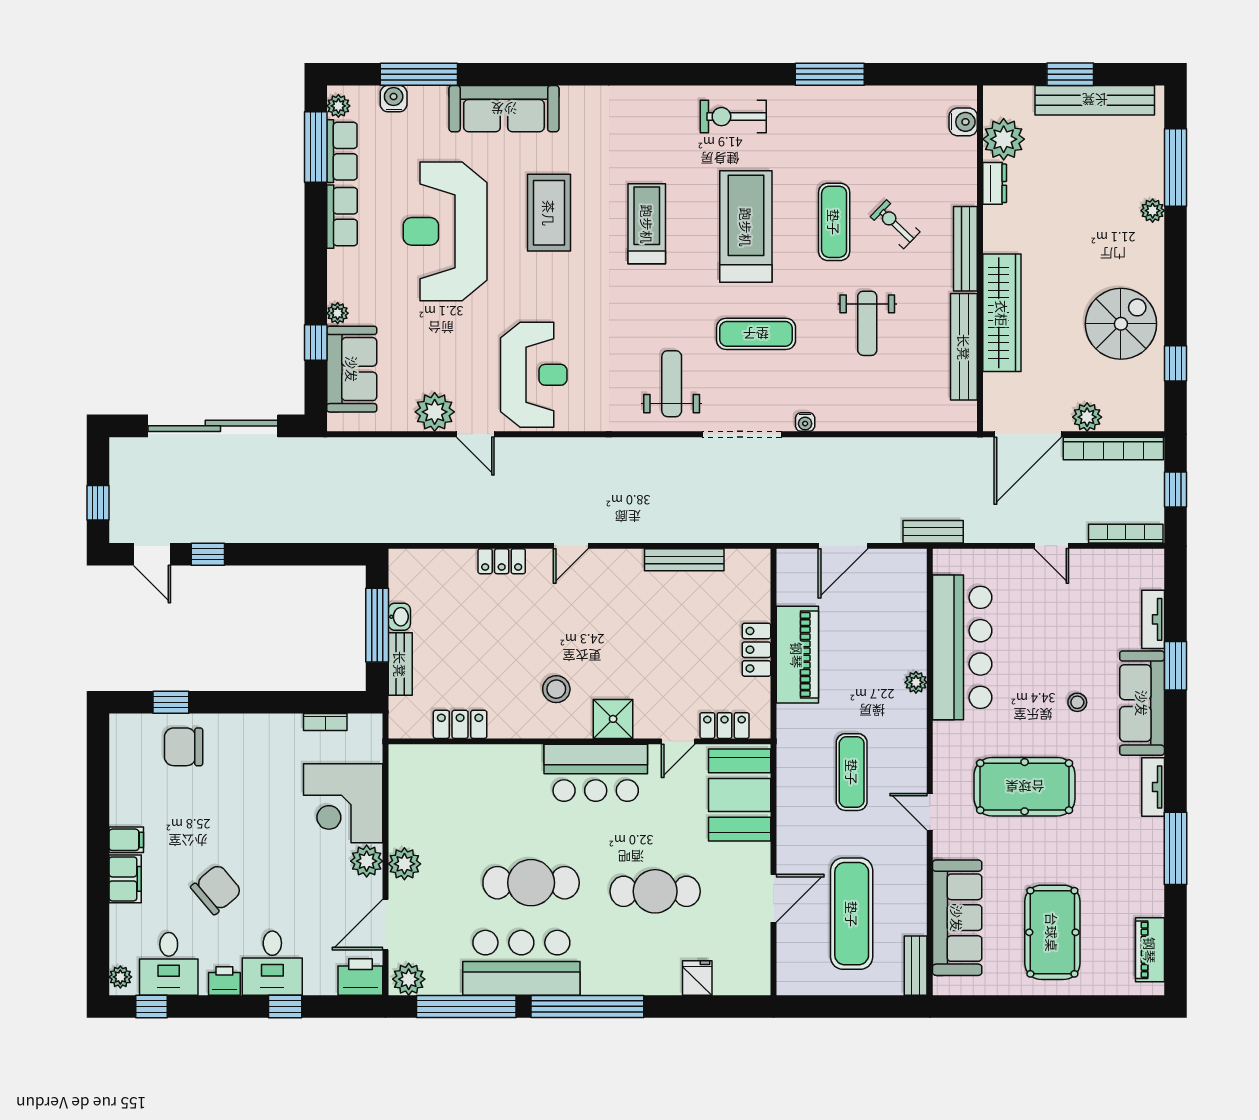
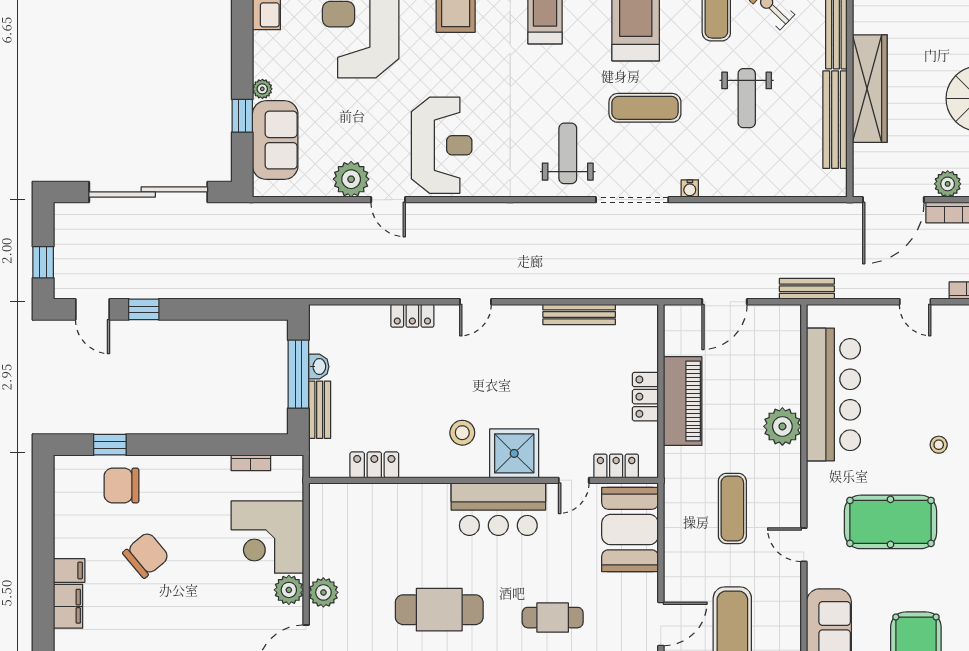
plant: (916, 682) -> (782, 426), width x1.88, depth x1.88
shower: (613, 719) -> (514, 453), width x1.36, depth x1.36
chair: (216, 889) -> (146, 555), moved
cafe table: (655, 891) -> (553, 618), width x0.73, depth x0.74

